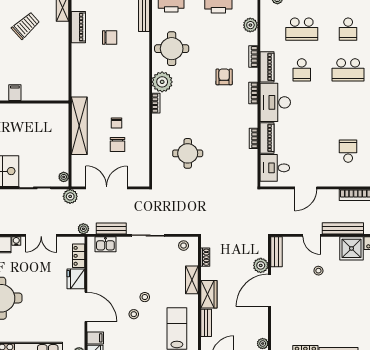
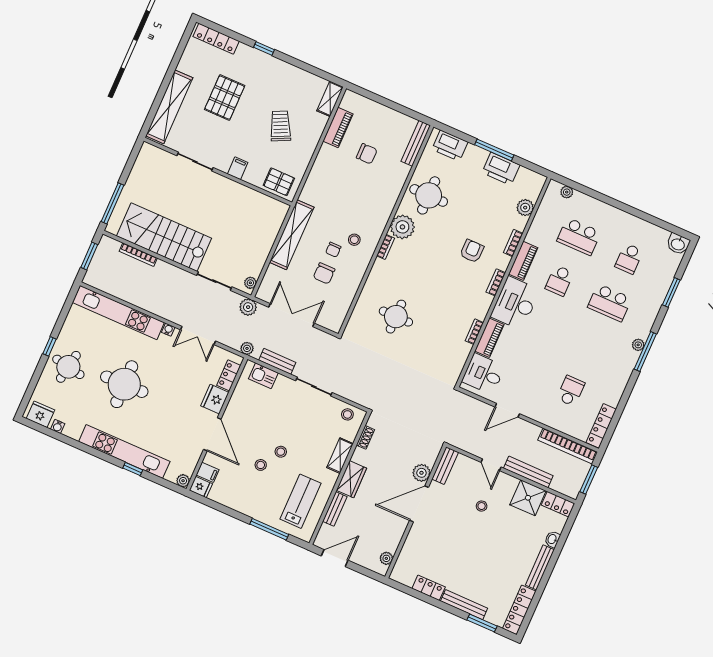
trolley: (26, 26) -> (280, 126), moved, turned -74
pallet: (51, 89) -> (279, 182), added
stool: (129, 108) -> (354, 240), added

